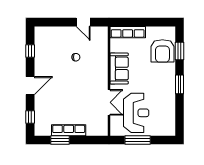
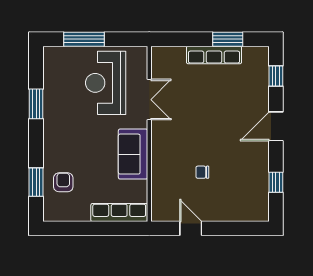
armchair: (162, 51) -> (63, 182), width x0.53, depth x0.53
window: (179, 84) -> (36, 104), moved
double door: (109, 102) -> (149, 100), swing flipped
window: (138, 140) -> (84, 39), moved

